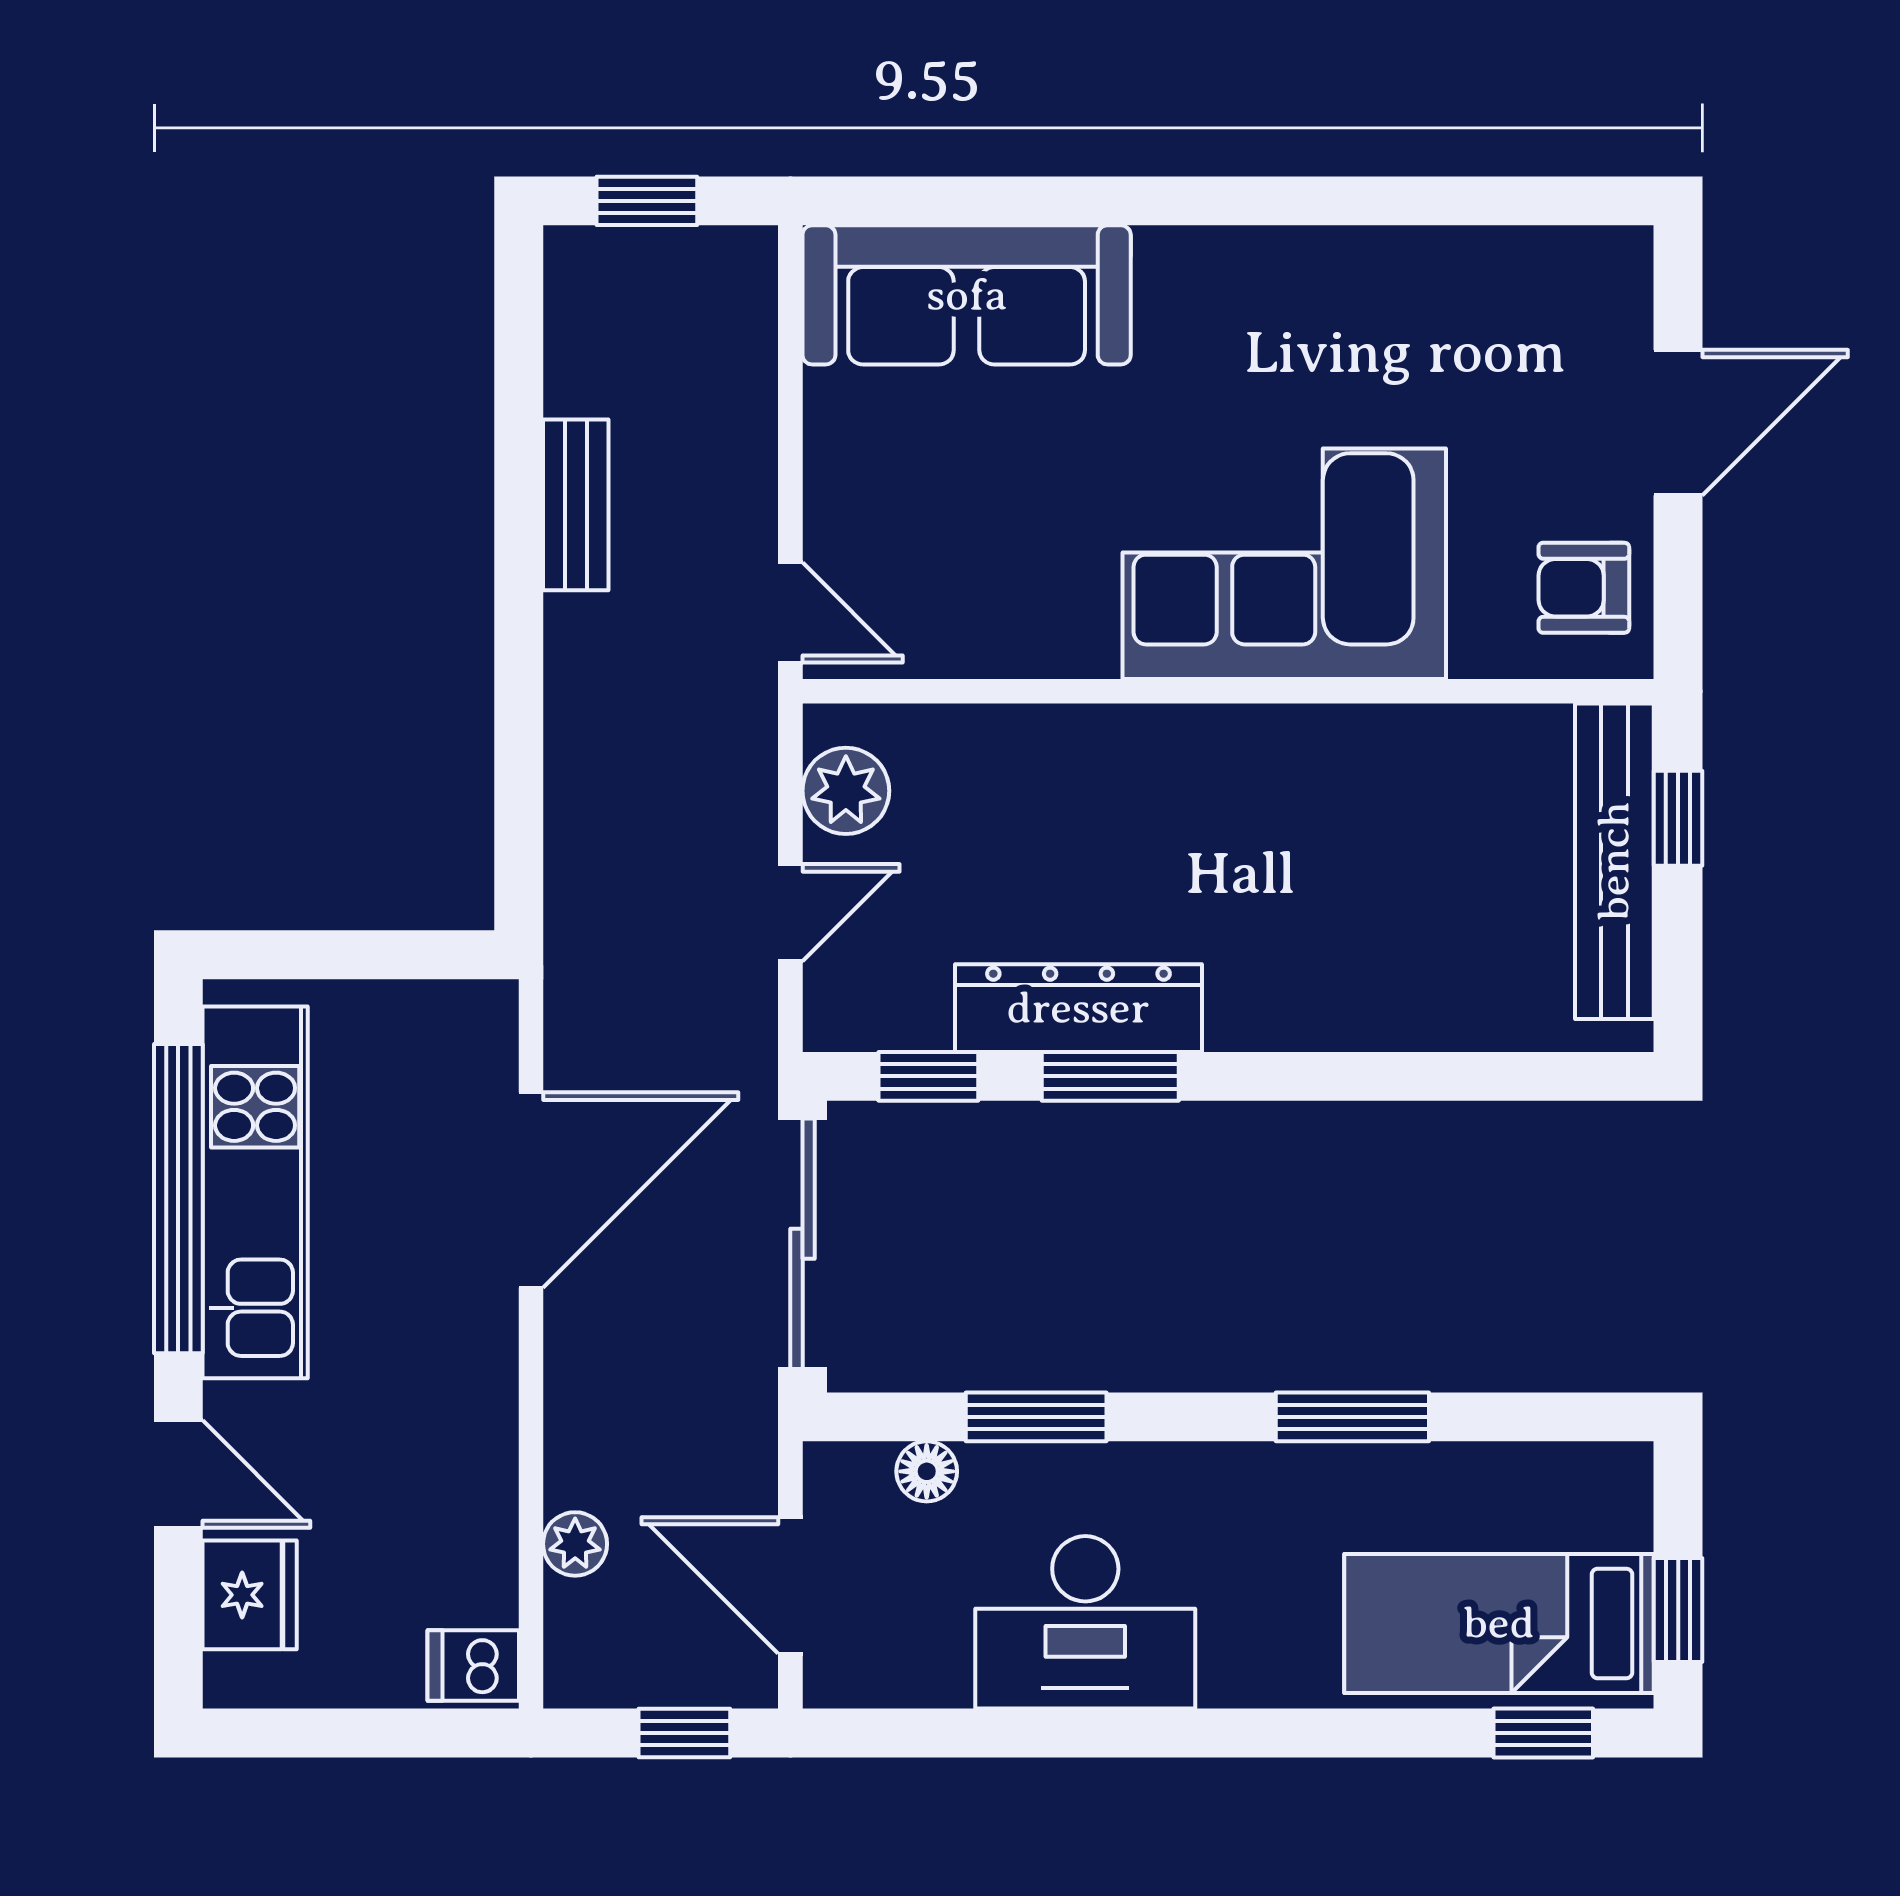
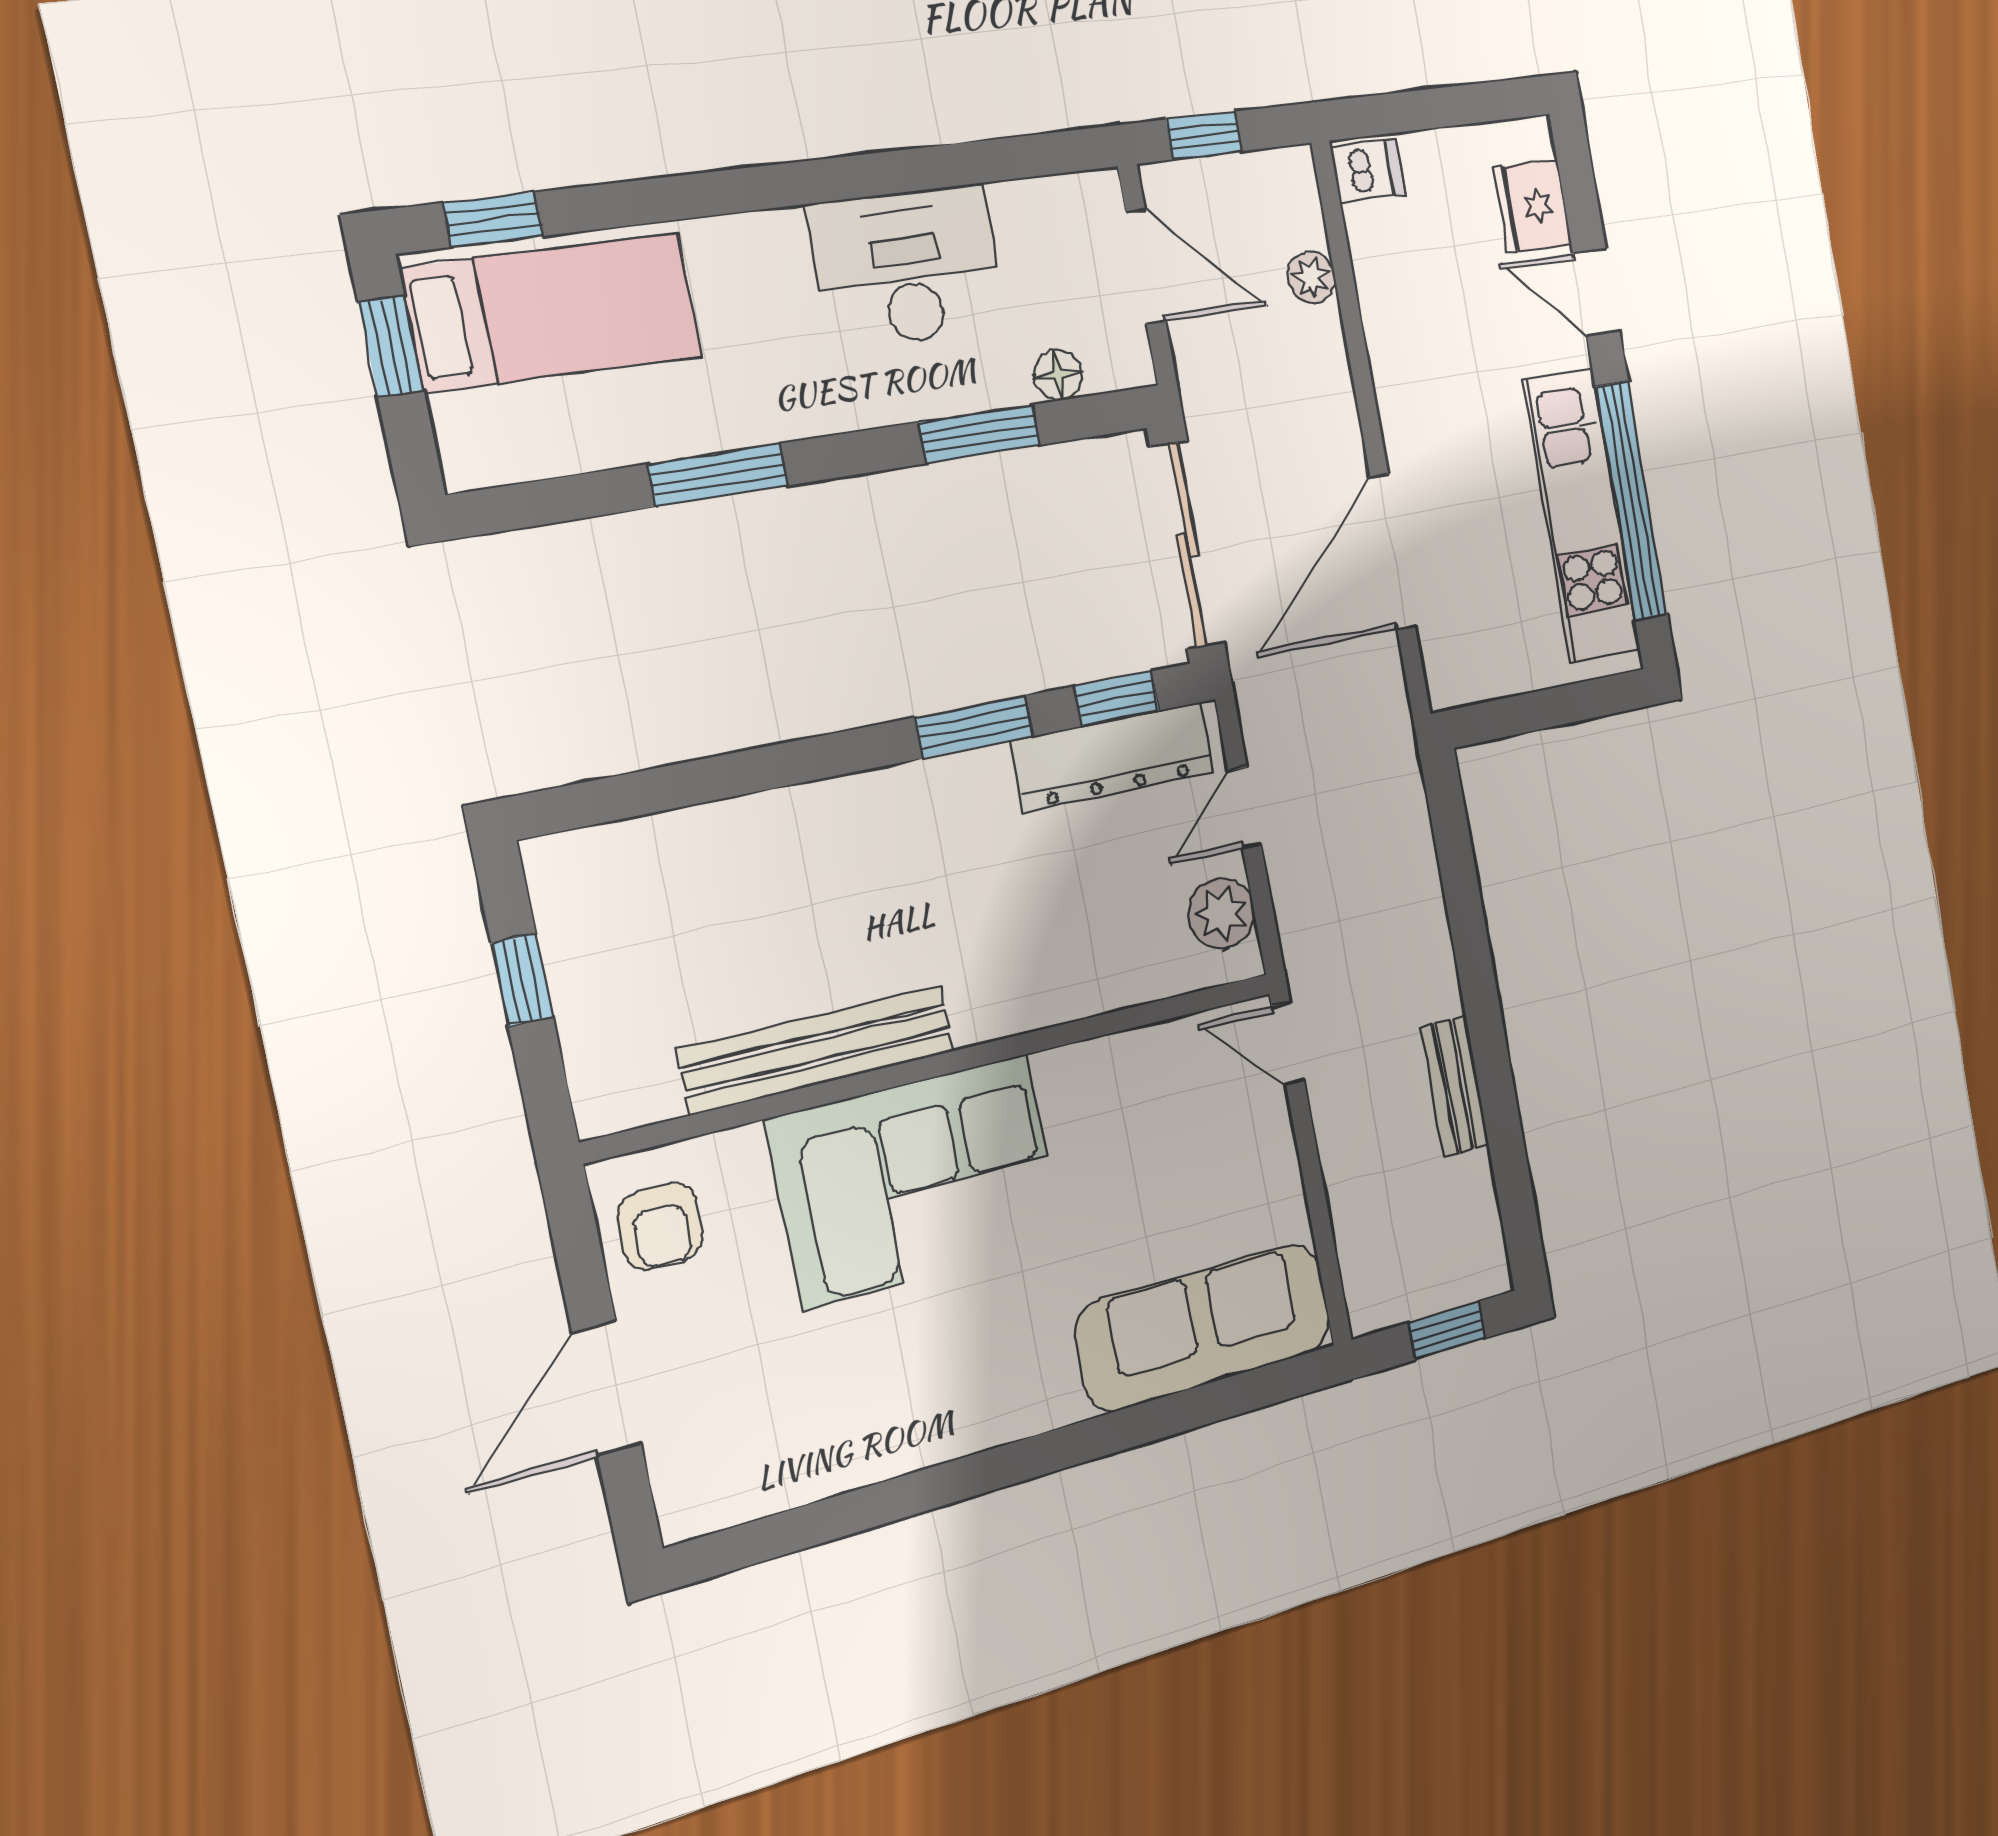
armchair: (1584, 588) -> (661, 1226), turned 90
window: (1678, 818) -> (522, 980), moved
bench: (1614, 861) -> (818, 1050), moved, turned 90
dresser: (1078, 1008) -> (1113, 757), moved

